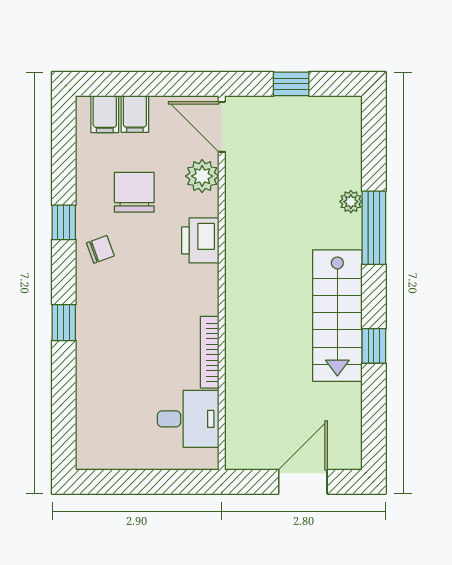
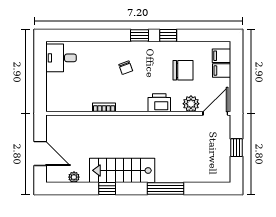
plant: (351, 202) -> (74, 177), moved
chair: (100, 249) -> (126, 68), moved
window: (64, 323) -> (140, 35), moved
bookcase: (210, 352) -> (104, 107), width x0.64
desk: (188, 419) -> (61, 58), moved, turned 90

